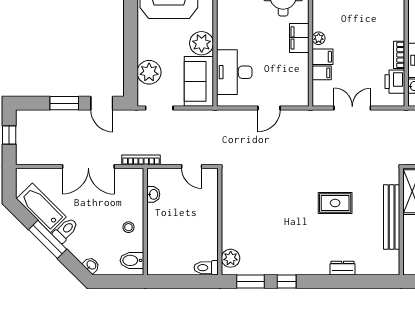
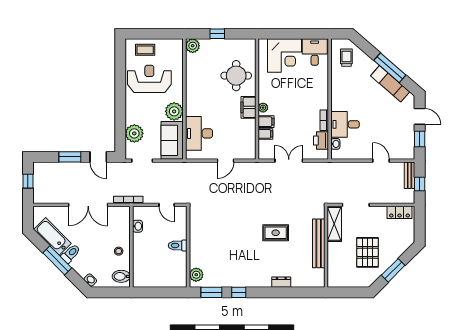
toilet: (206, 268) -> (178, 245), moved

